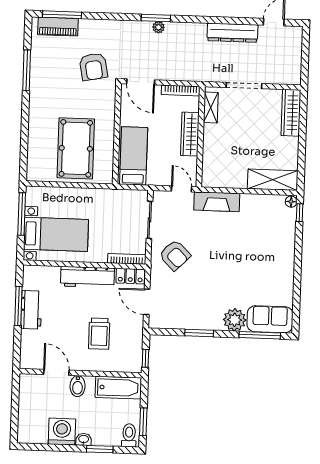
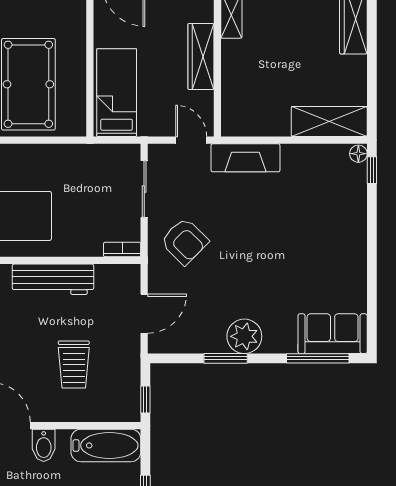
bookcase: (127, 259) -> (122, 249), width x0.64
locker: (130, 276) -> (118, 275), removed
door: (147, 302) -> (144, 314), swing flipped
plant: (235, 320) -> (244, 336), moved

